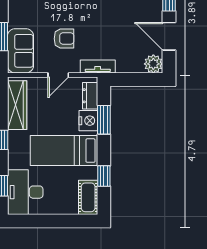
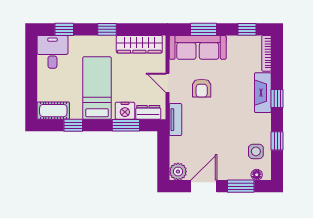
sofa: (20, 51) -> (198, 47), width x1.36
desk: (25, 192) -> (52, 52), width x0.73

